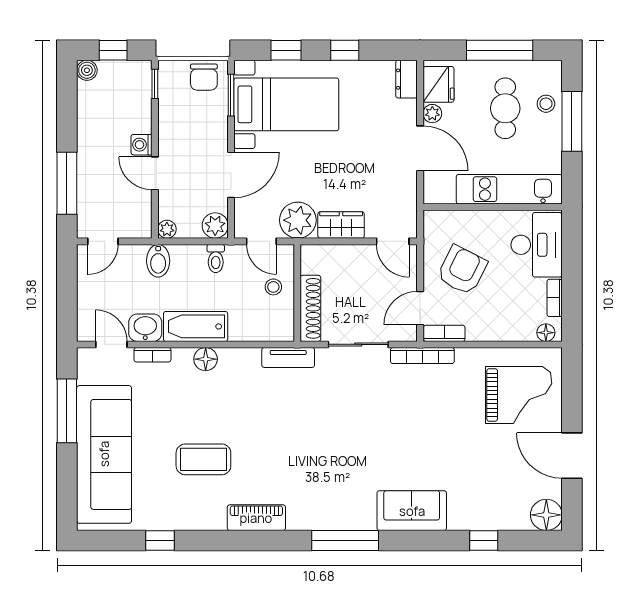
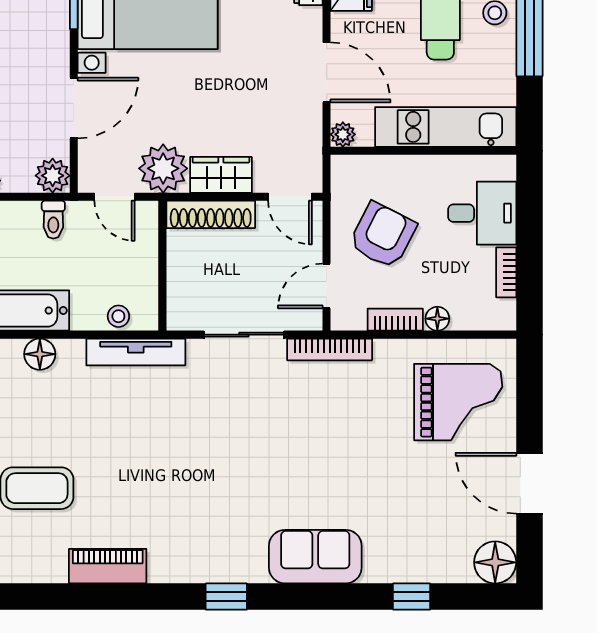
plant: (432, 114) -> (343, 134), moved
desk: (537, 245) -> (482, 213), width x0.73
stool: (273, 287) -> (118, 316), moved
shoe rack: (310, 308) -> (211, 214), moved, turned 90
bookcase: (444, 333) -> (395, 320), moved
floor lamp: (546, 333) -> (437, 319), moved
tv unit: (288, 357) -> (136, 352), width x1.41
window: (345, 540) -> (226, 597), width x0.46

